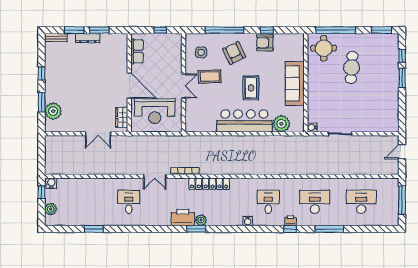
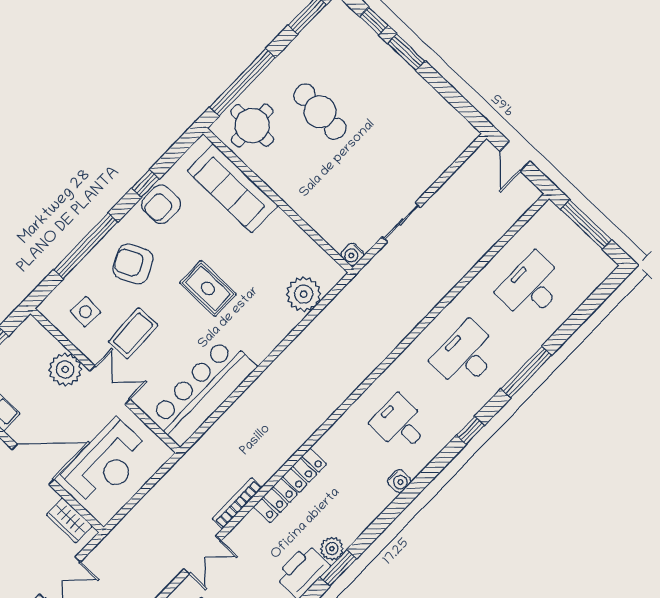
plant: (174, 65) -> (65, 369), added
sofa: (295, 83) -> (232, 188), moved
bar counter: (244, 121) -> (203, 391), moved
printer: (290, 221) -> (459, 418), removed

